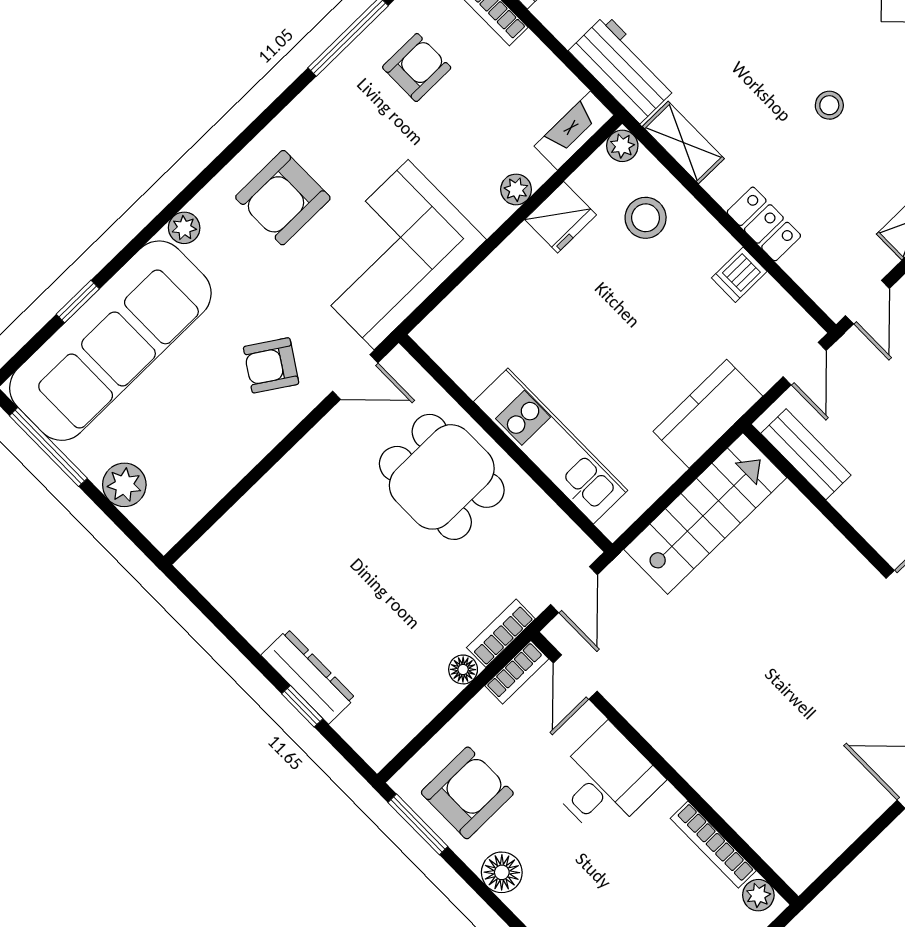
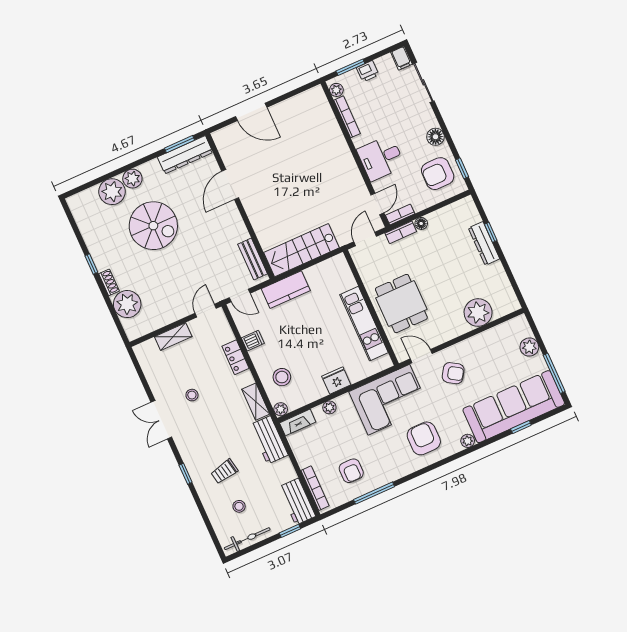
armchair: (417, 67) -> (351, 471), turned -90
armchair: (283, 198) -> (424, 438), turned -90
fridge: (561, 217) -> (336, 381), moved
door: (805, 364) -> (240, 295), swing flipped
kitchen unit: (551, 446) -> (364, 324), moved
plant: (265, 519) -> (478, 313), added
window: (418, 824) -> (462, 168), width x0.67

